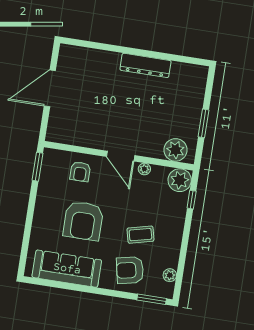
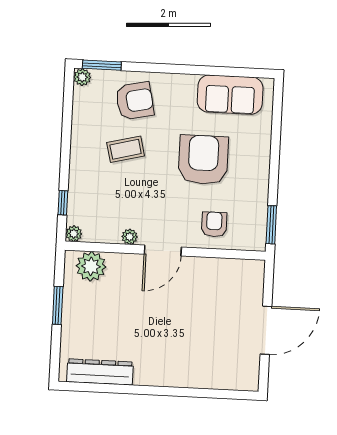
dresser: (145, 65) -> (100, 372), moved
door: (121, 156) -> (163, 251), swing flipped
plant: (180, 180) -> (74, 234), width x0.53, depth x0.53
sofa: (67, 269) -> (230, 95), width x0.73
plant: (170, 275) -> (82, 77), moved

